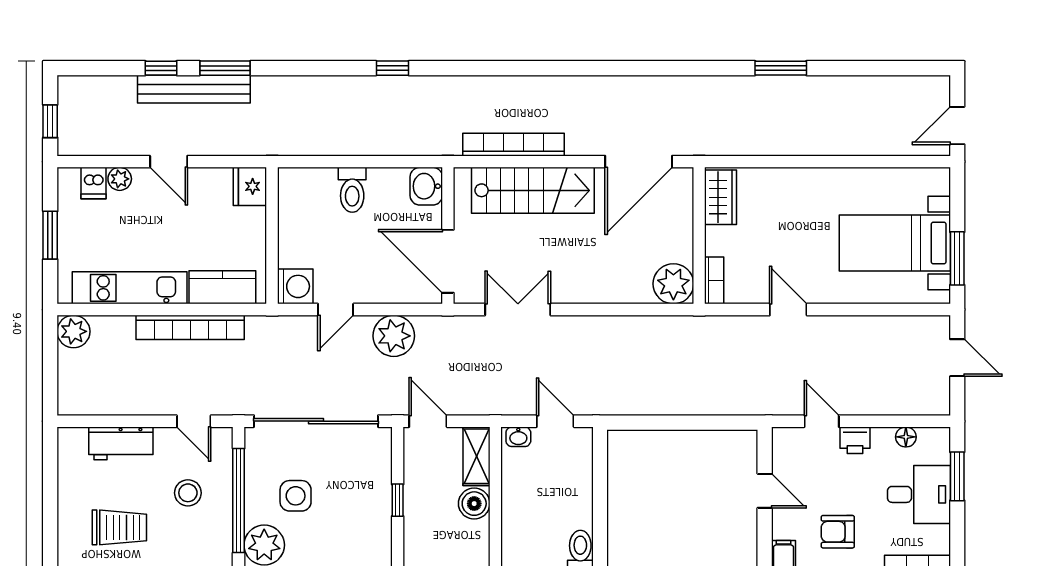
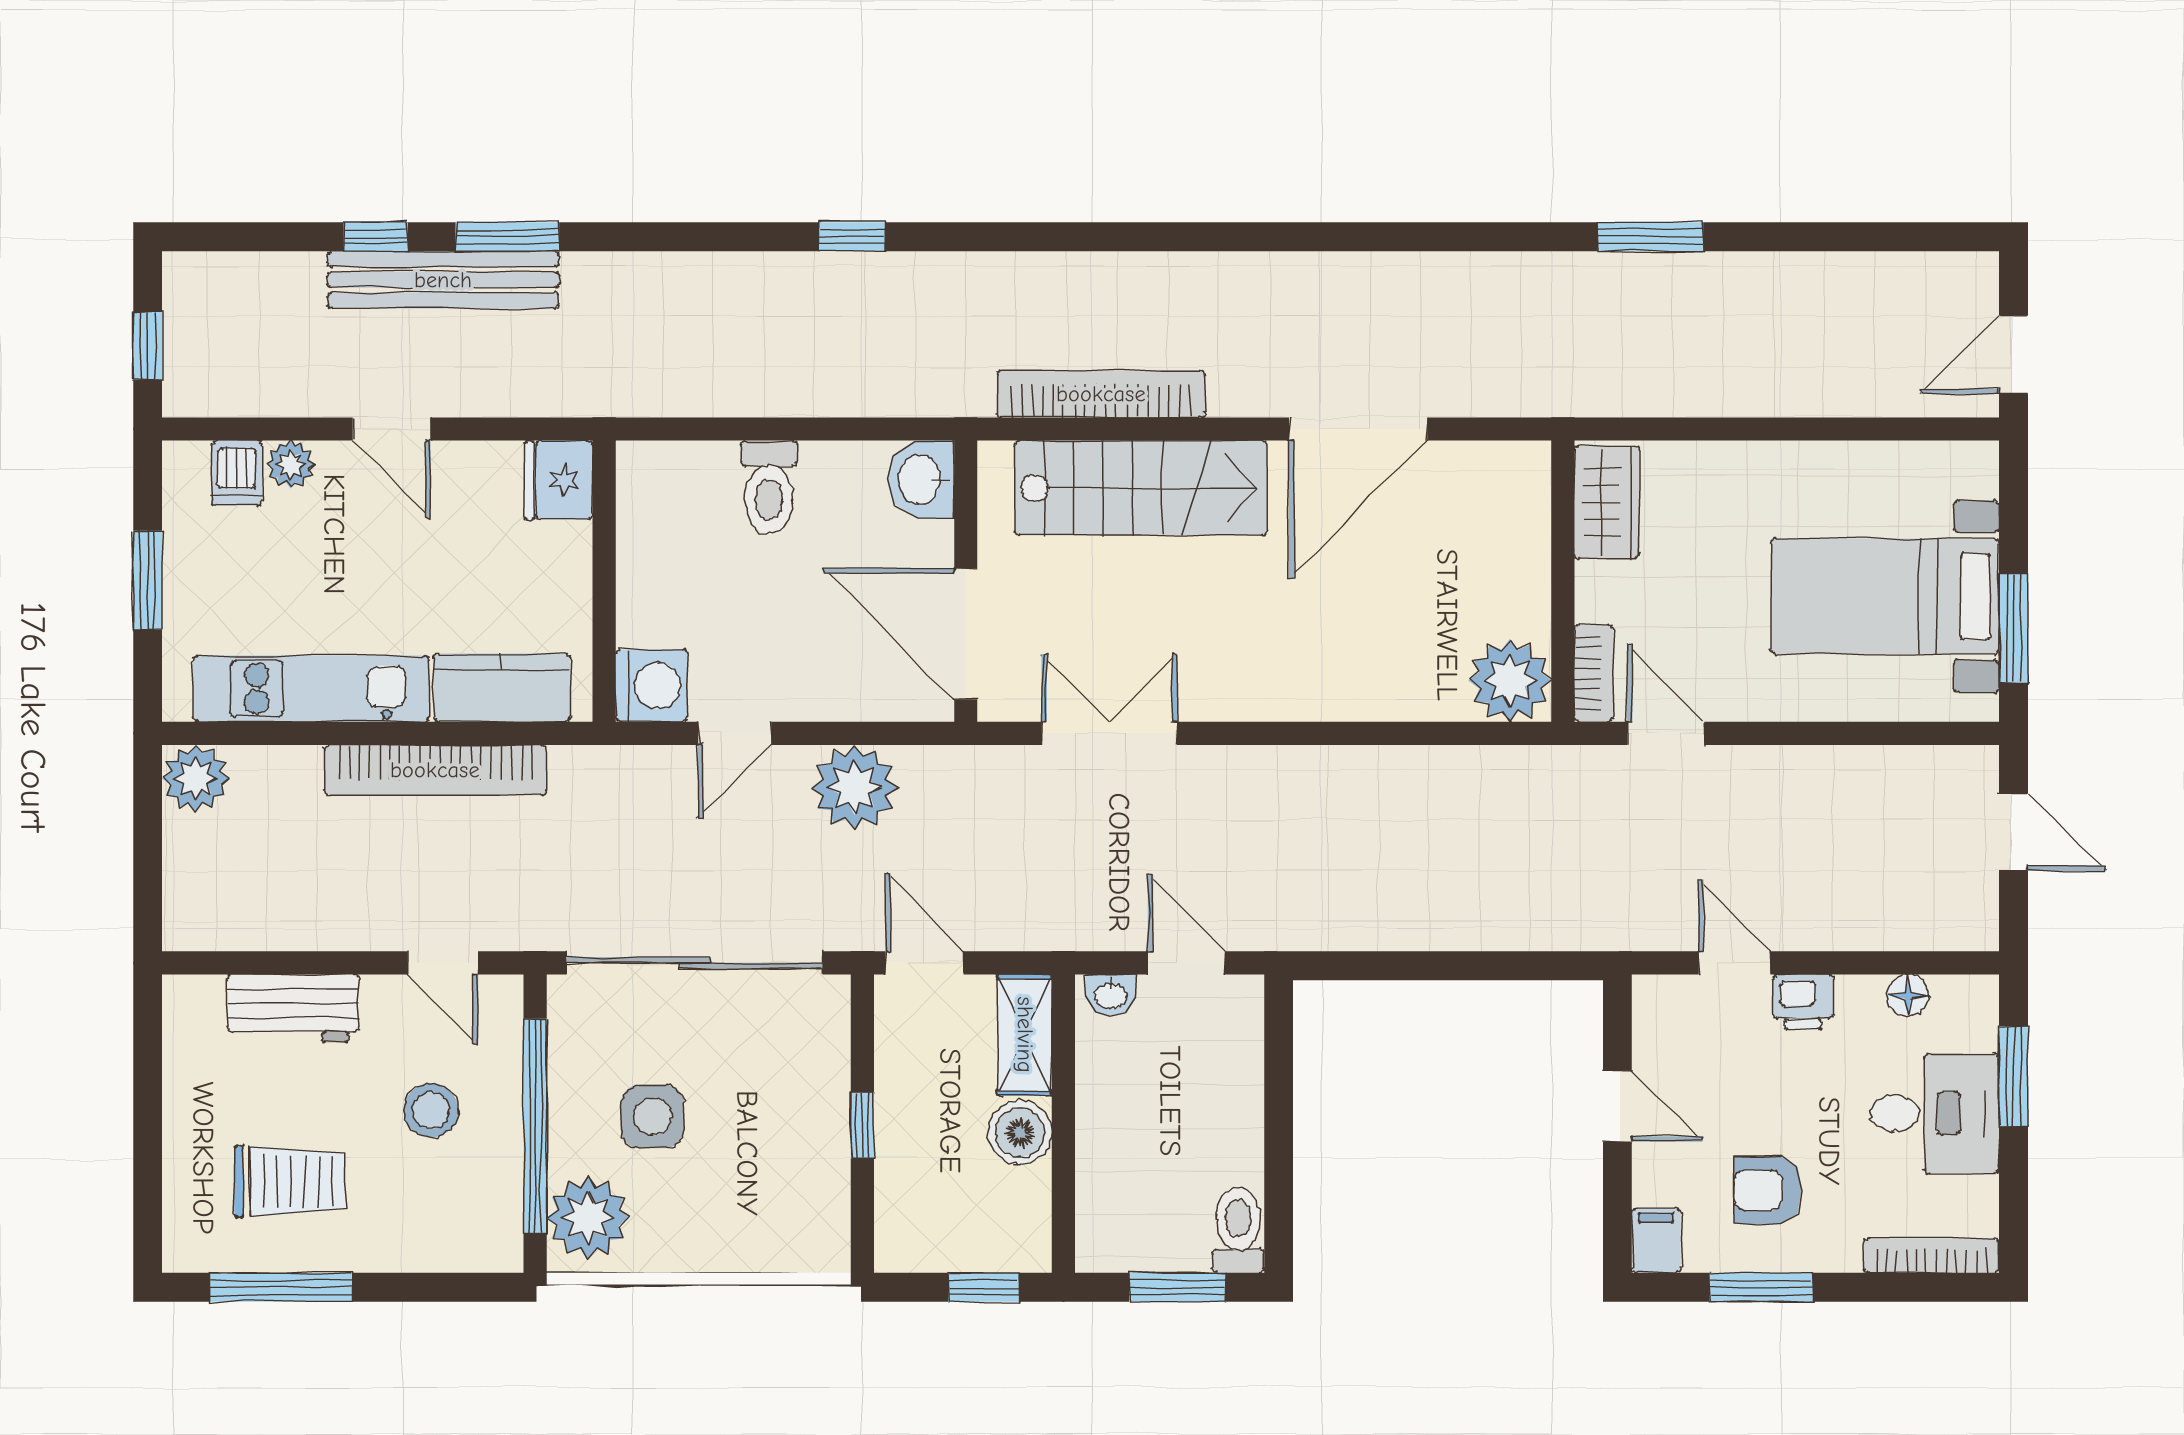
wardrobe: (721, 197) -> (1607, 502), moved
wall: (699, 236) -> (1563, 581), moved
bookcase: (714, 280) -> (1594, 673), moved
plant: (673, 284) -> (1510, 680), moved

